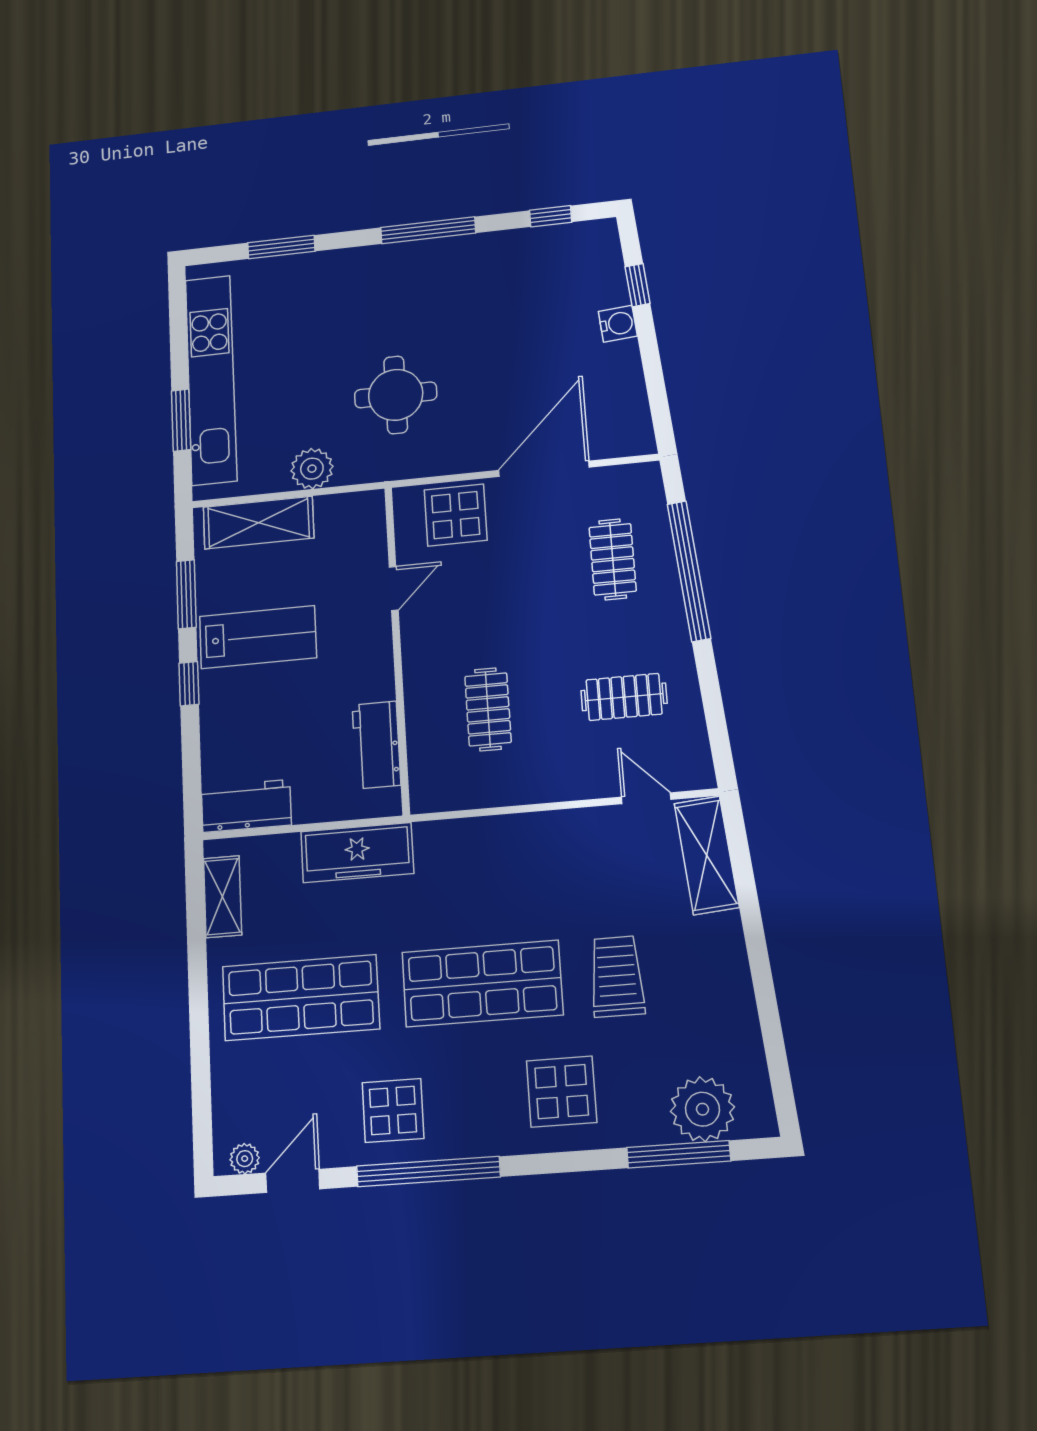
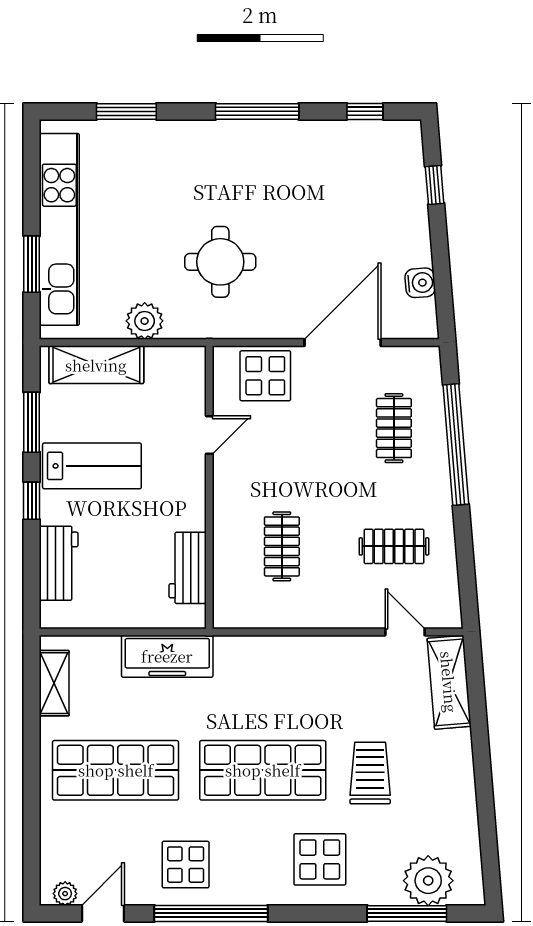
water cooler: (618, 324) -> (420, 283), moved
workbench: (246, 806) -> (59, 563), moved, turned 90

